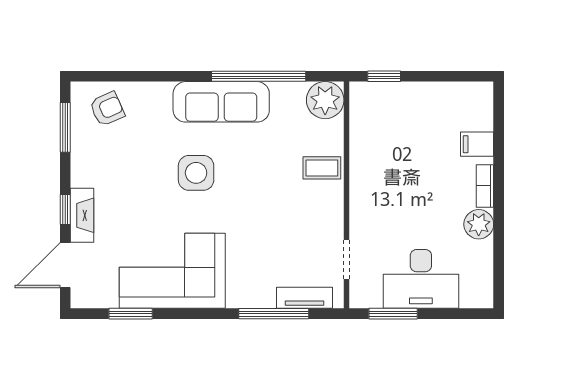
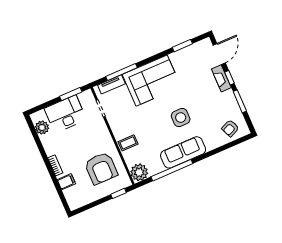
window: (65, 127) -> (240, 101), moved
armchair: (397, 141) -> (101, 168), added
plant: (479, 224) -> (42, 128), moved
corner sofa: (172, 271) -> (152, 81), moved

